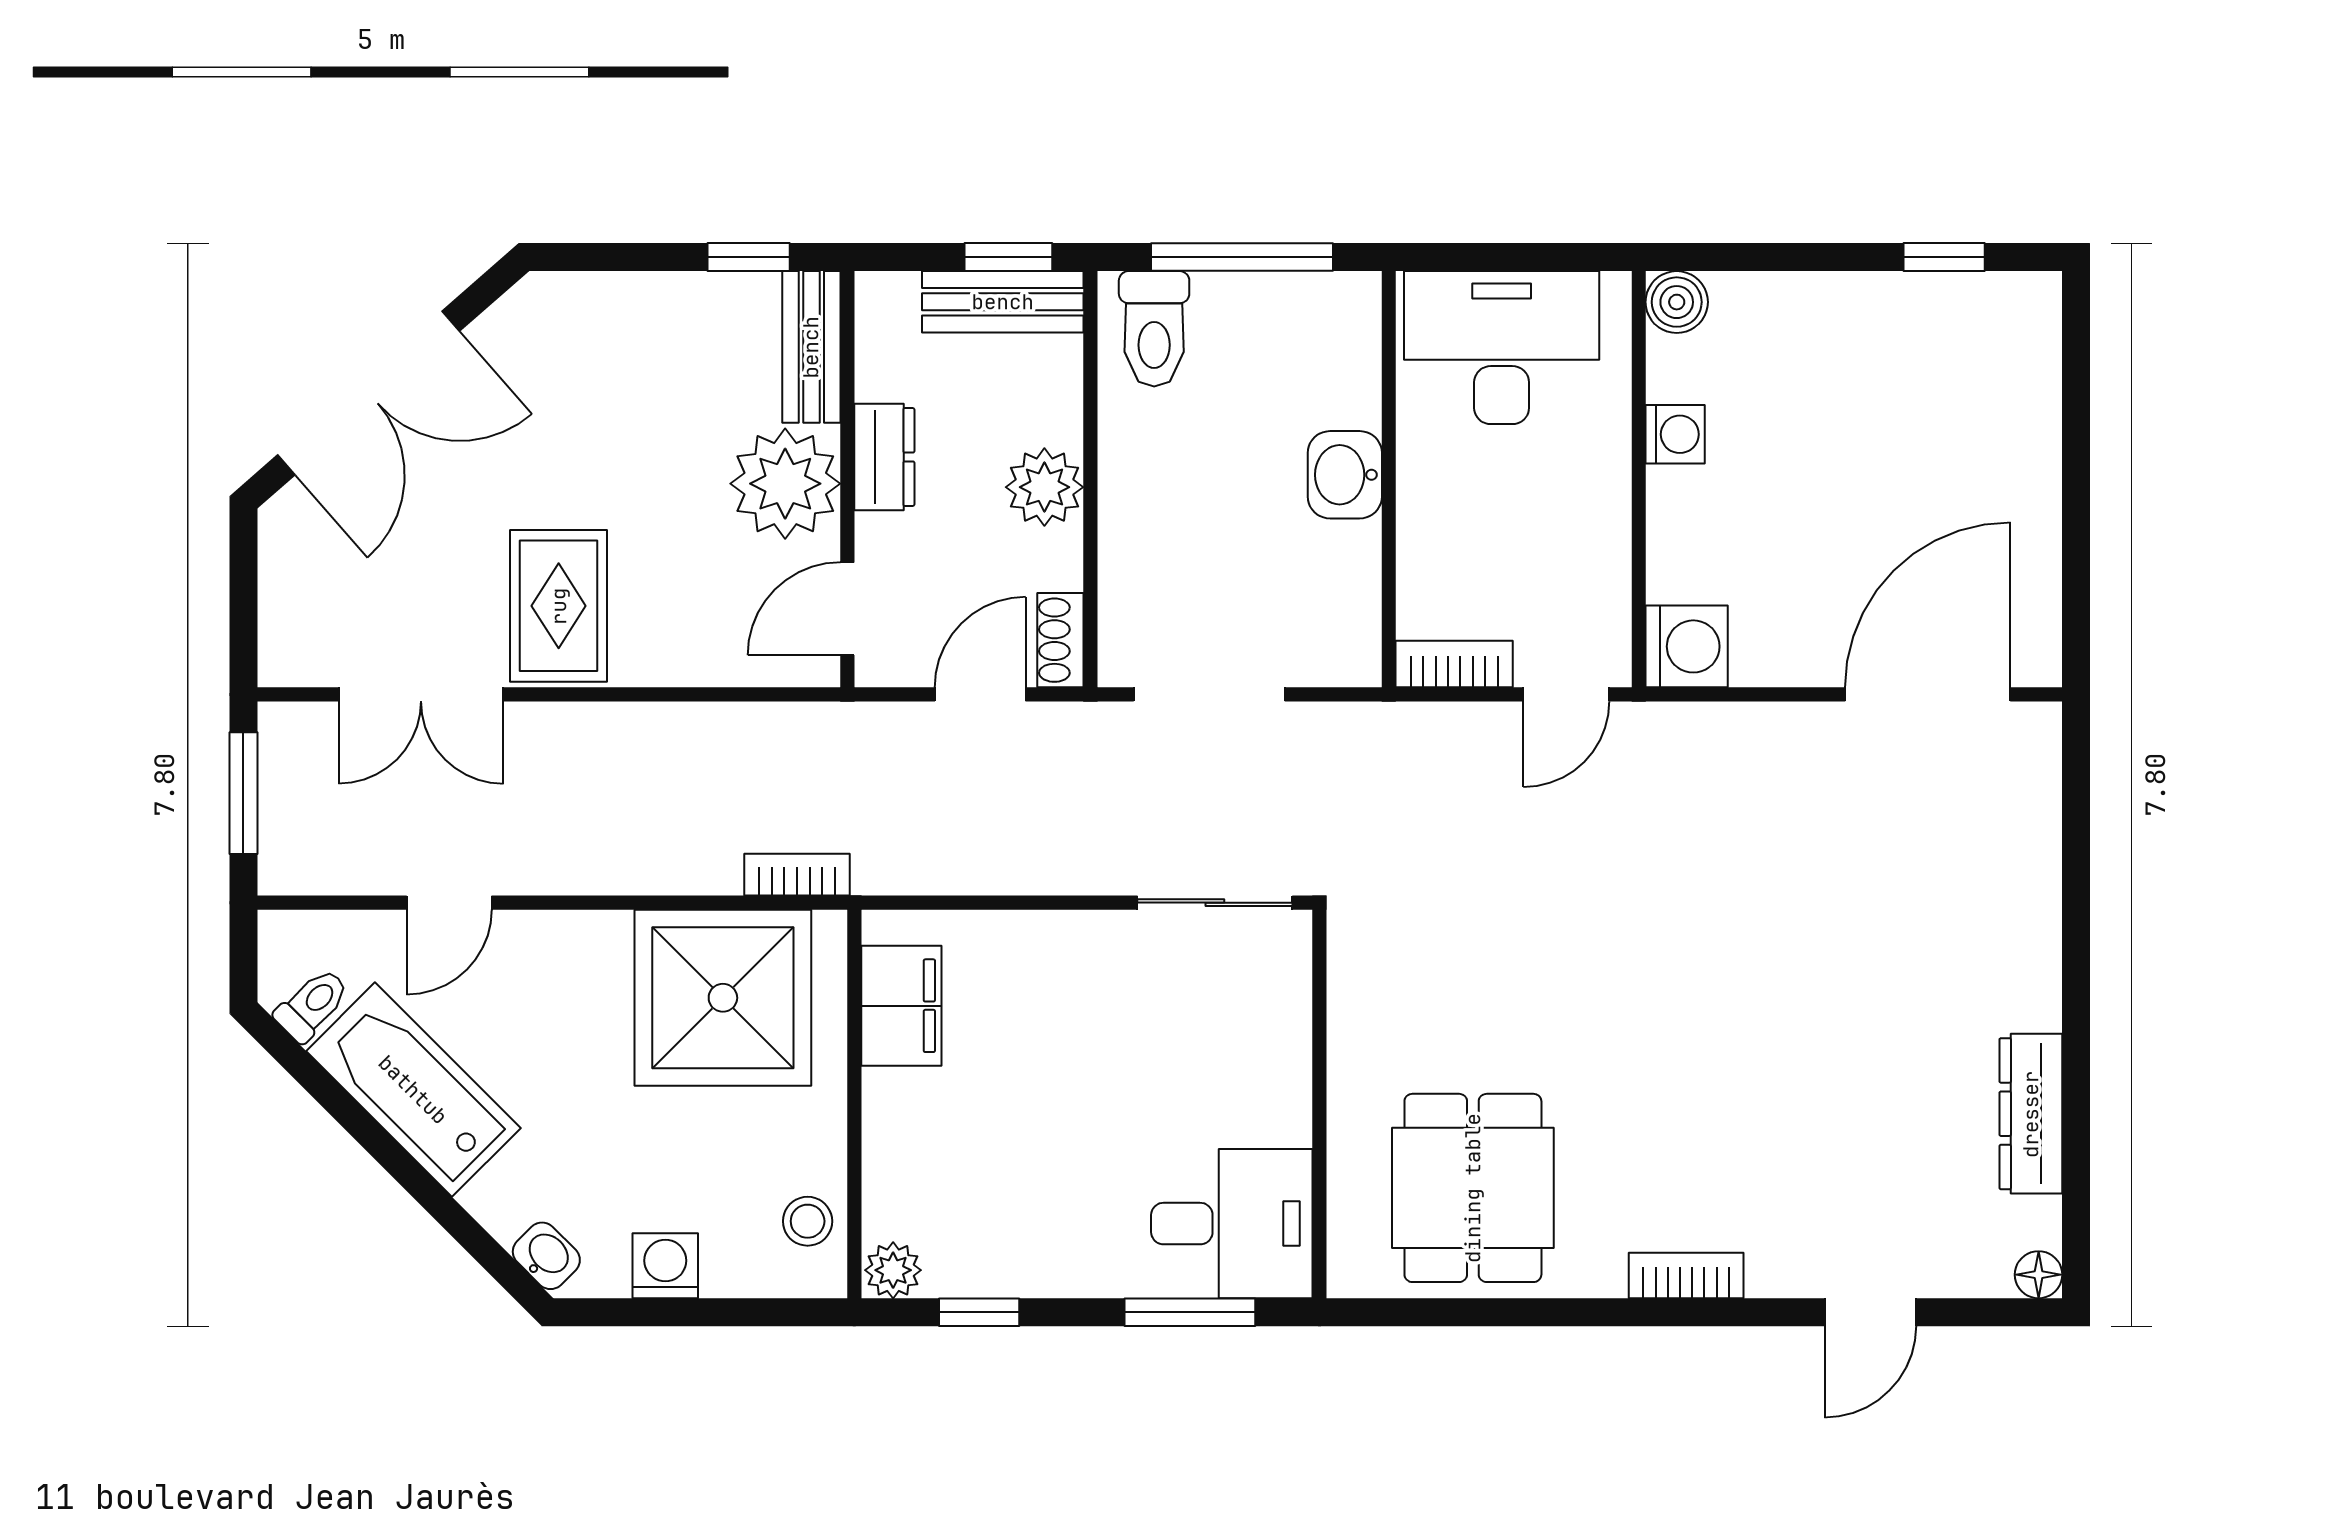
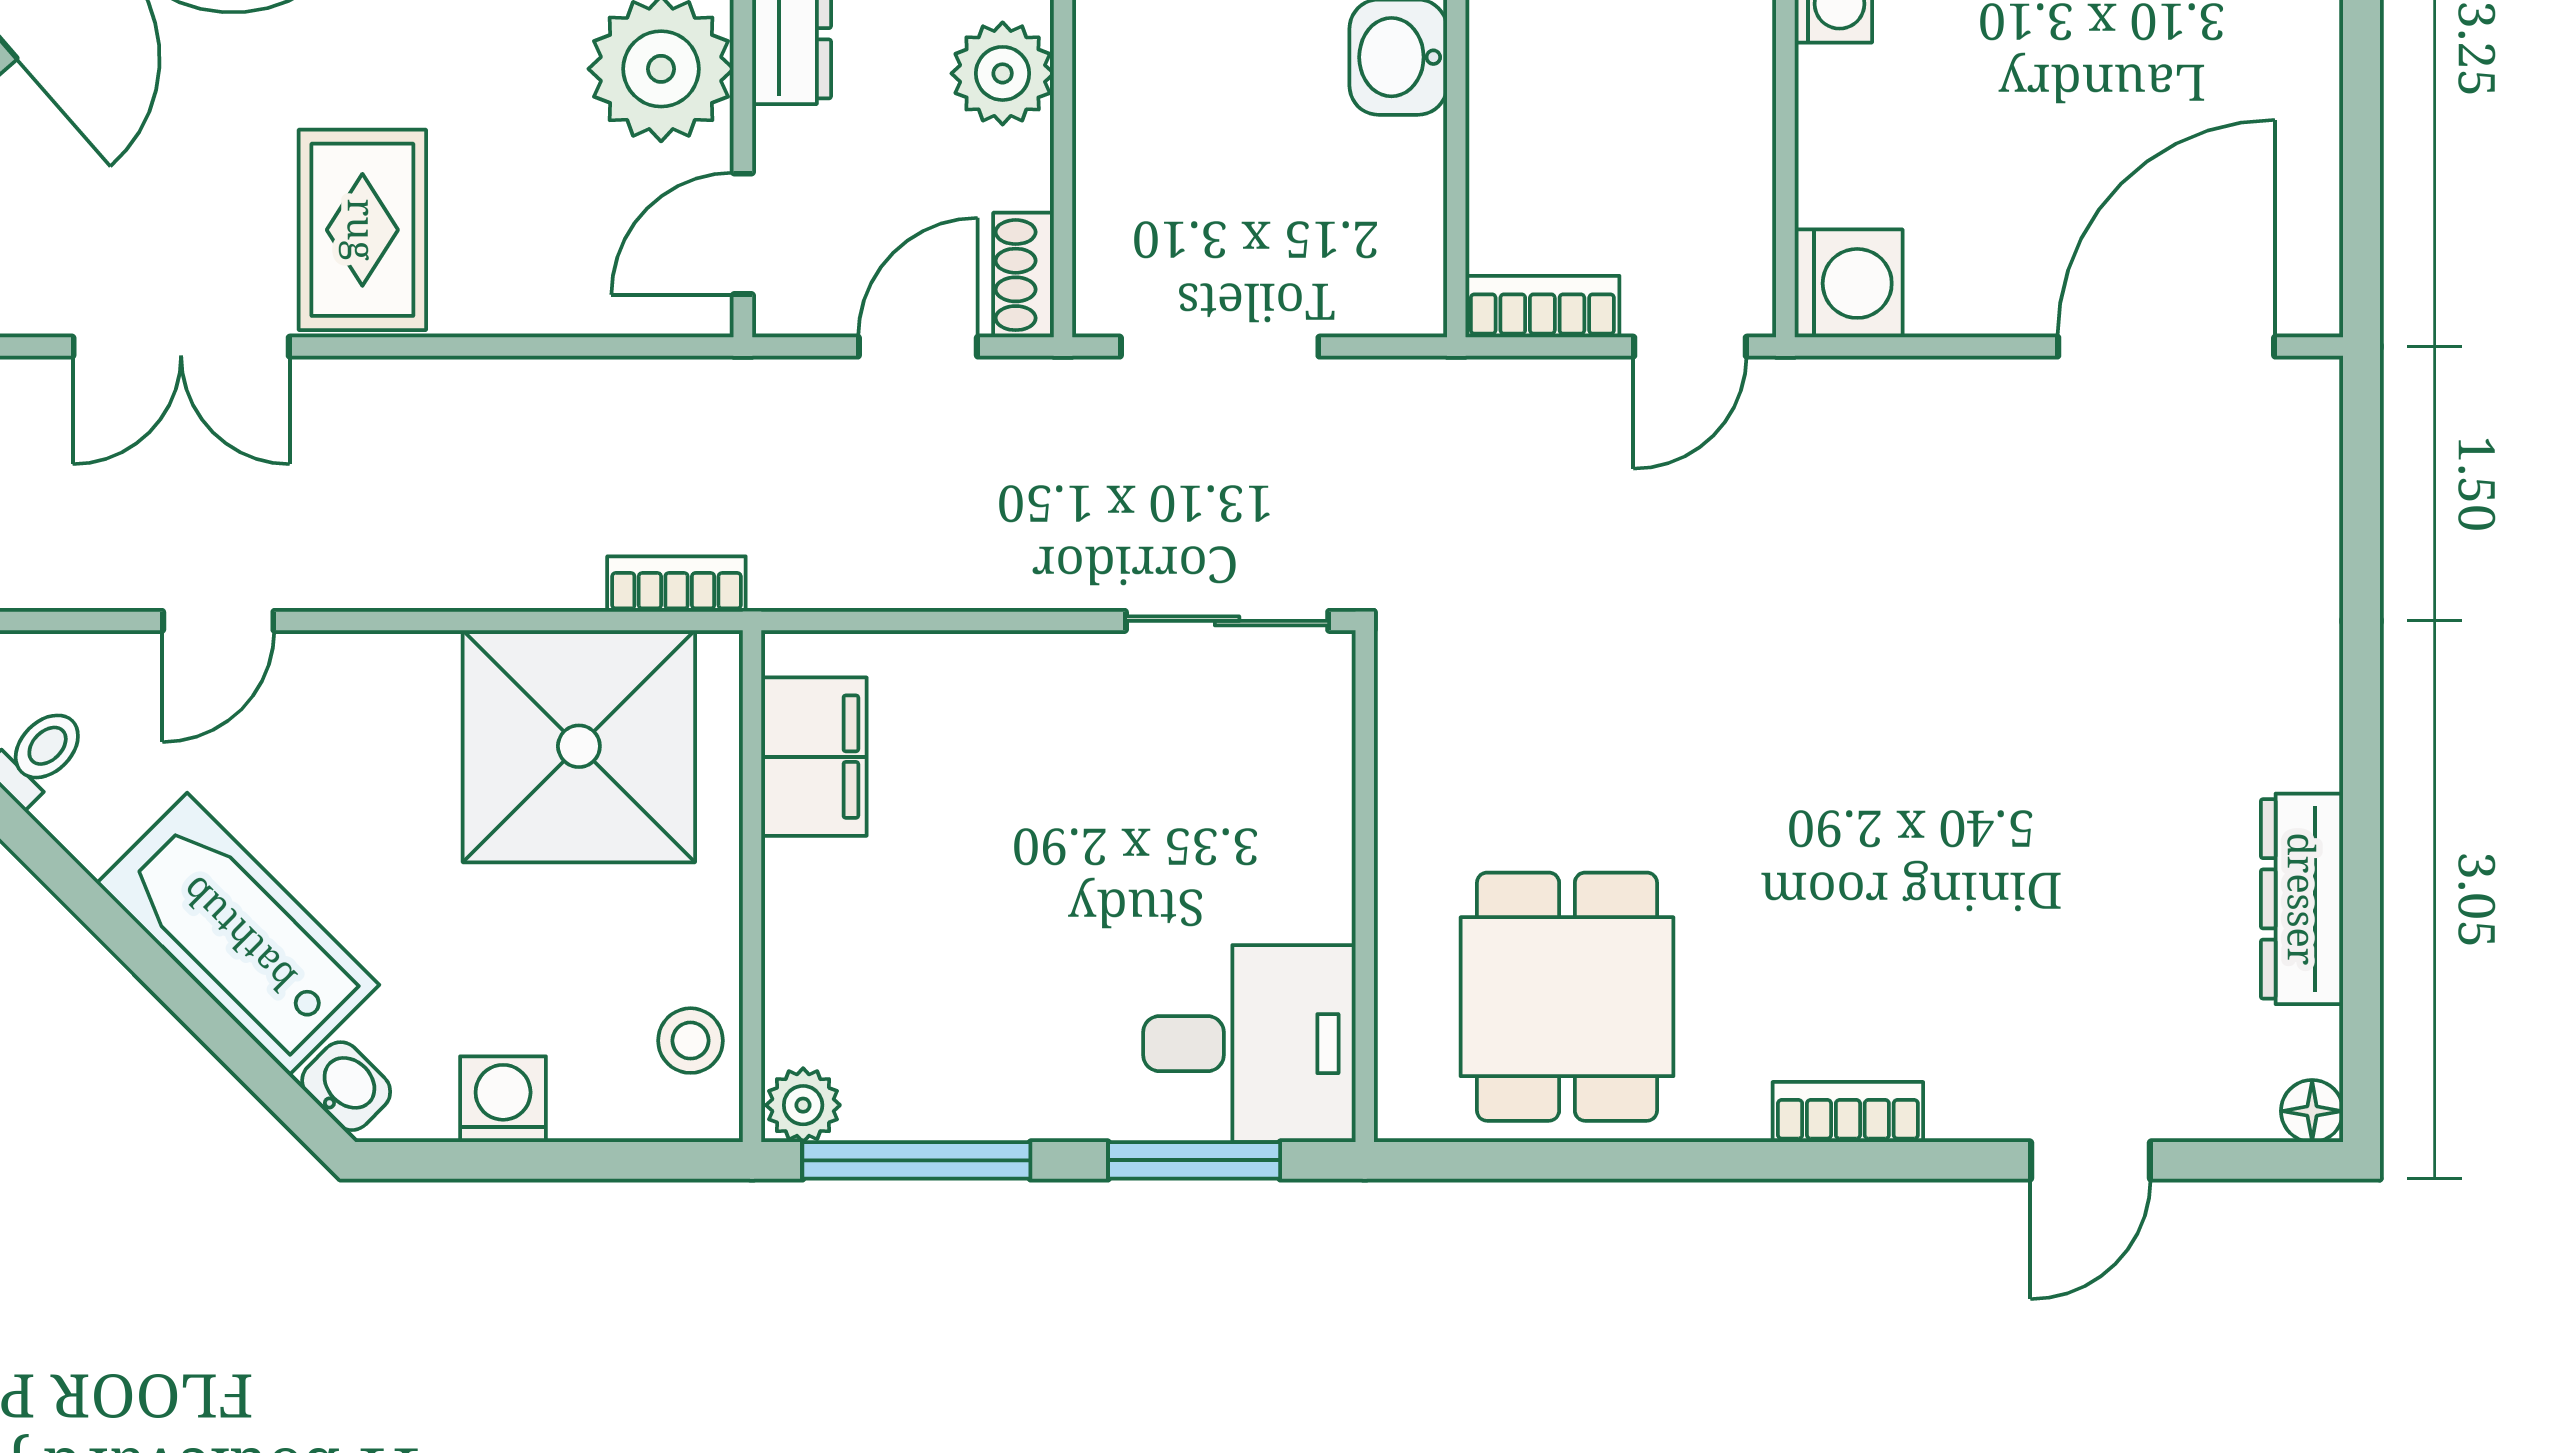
bathtub: (413, 1090) -> (238, 934), moved
window: (979, 1312) -> (916, 1160), width x2.17

